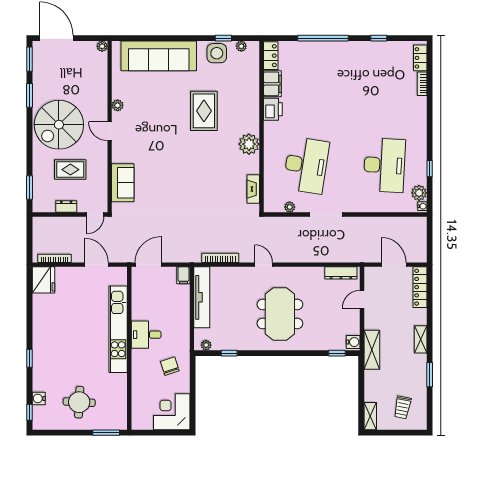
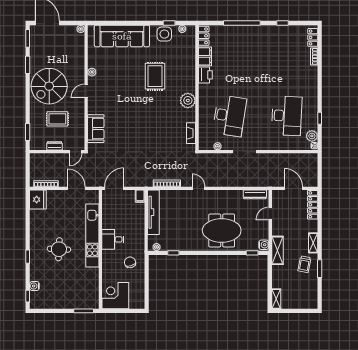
door: (110, 131) -> (86, 91), hinge flipped
meeting table: (280, 314) -> (222, 230), moved, turned 90
round table: (79, 402) -> (59, 249), moved
trolley: (402, 407) -> (304, 264), moved
corner desk: (172, 412) -> (115, 296), moved

